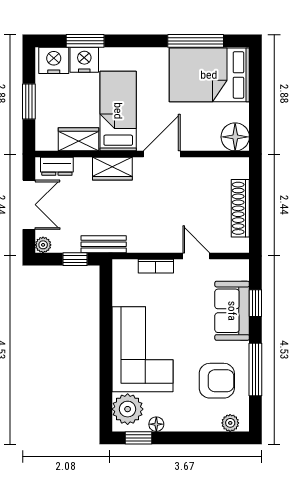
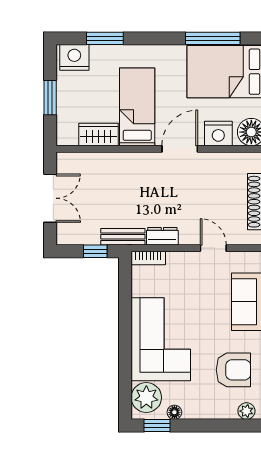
nightstand: (84, 60) -> (218, 133), moved, turned 180
dresser: (57, 166) -> (162, 236), moved, turned 180
wardrobe: (112, 169) -> (132, 163), removed
plant: (43, 245) -> (64, 237), removed
bookcase: (156, 266) -> (148, 258), moved

